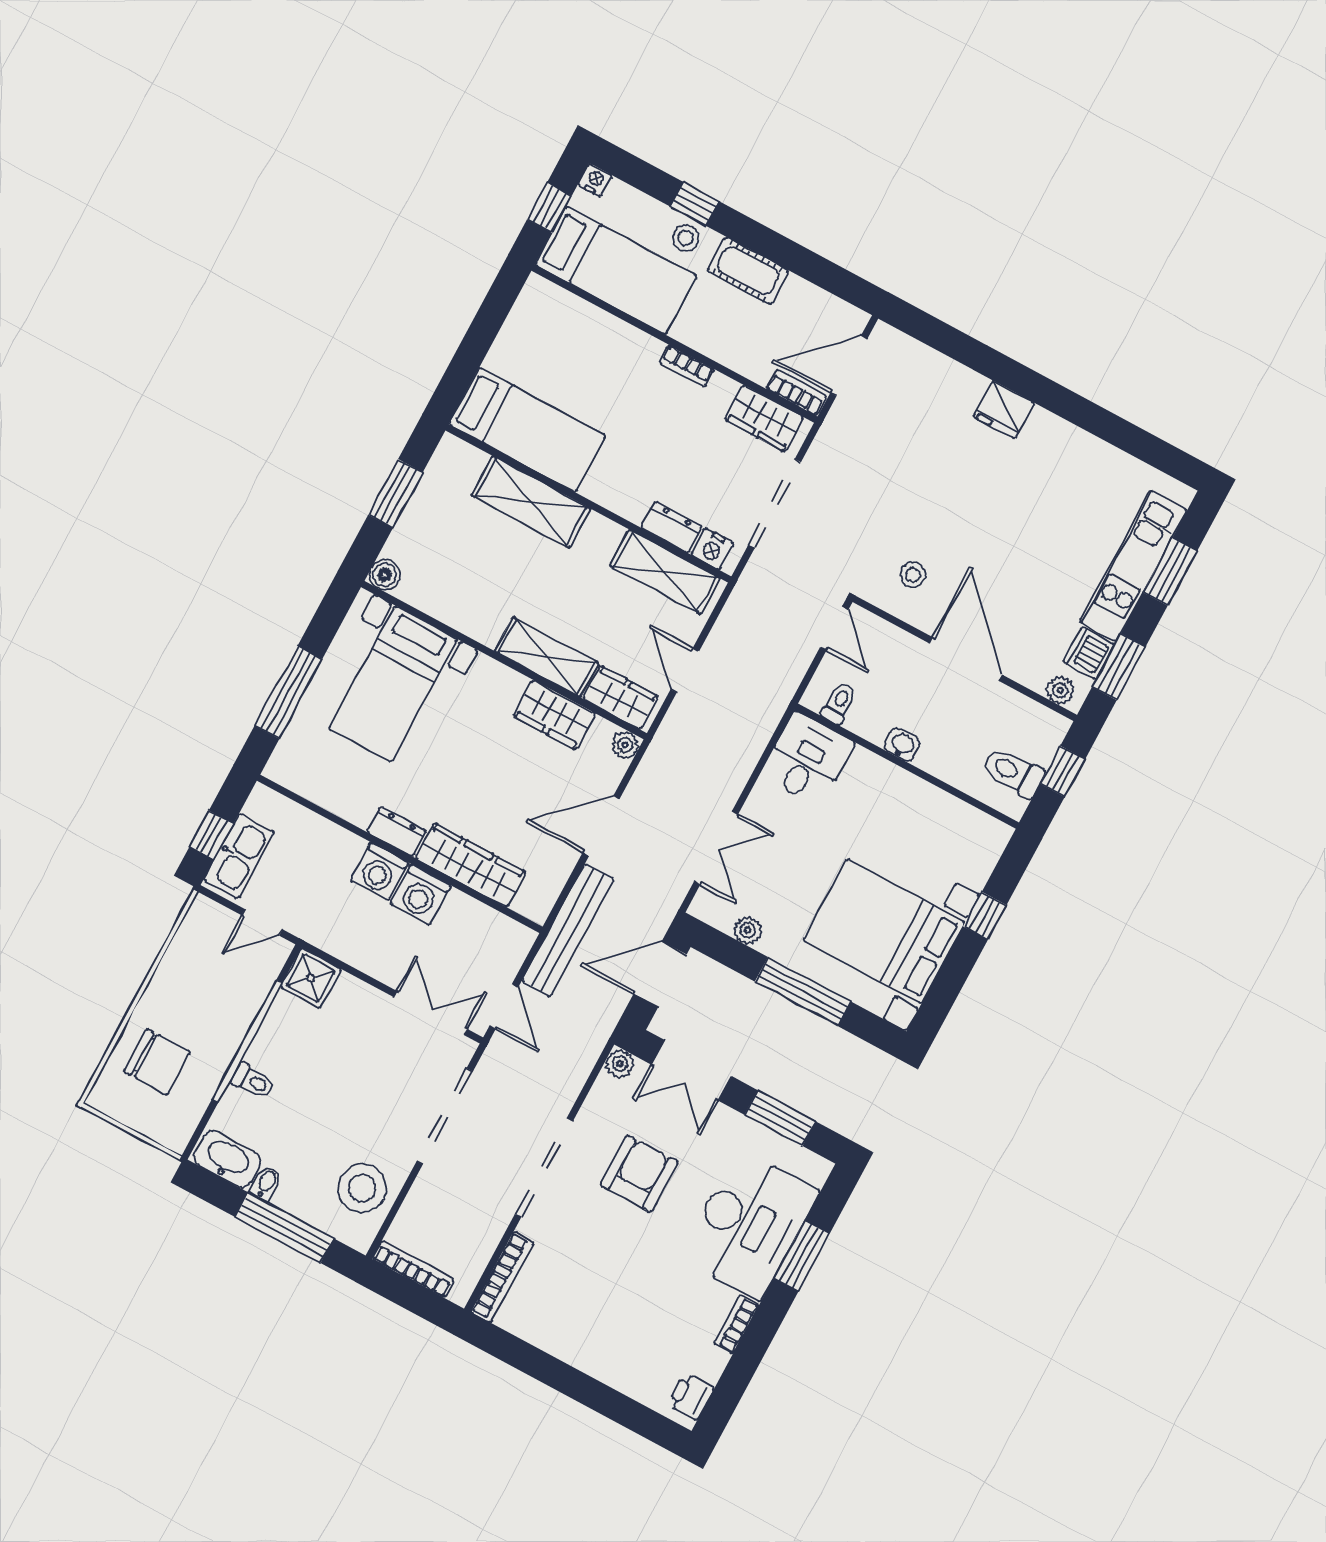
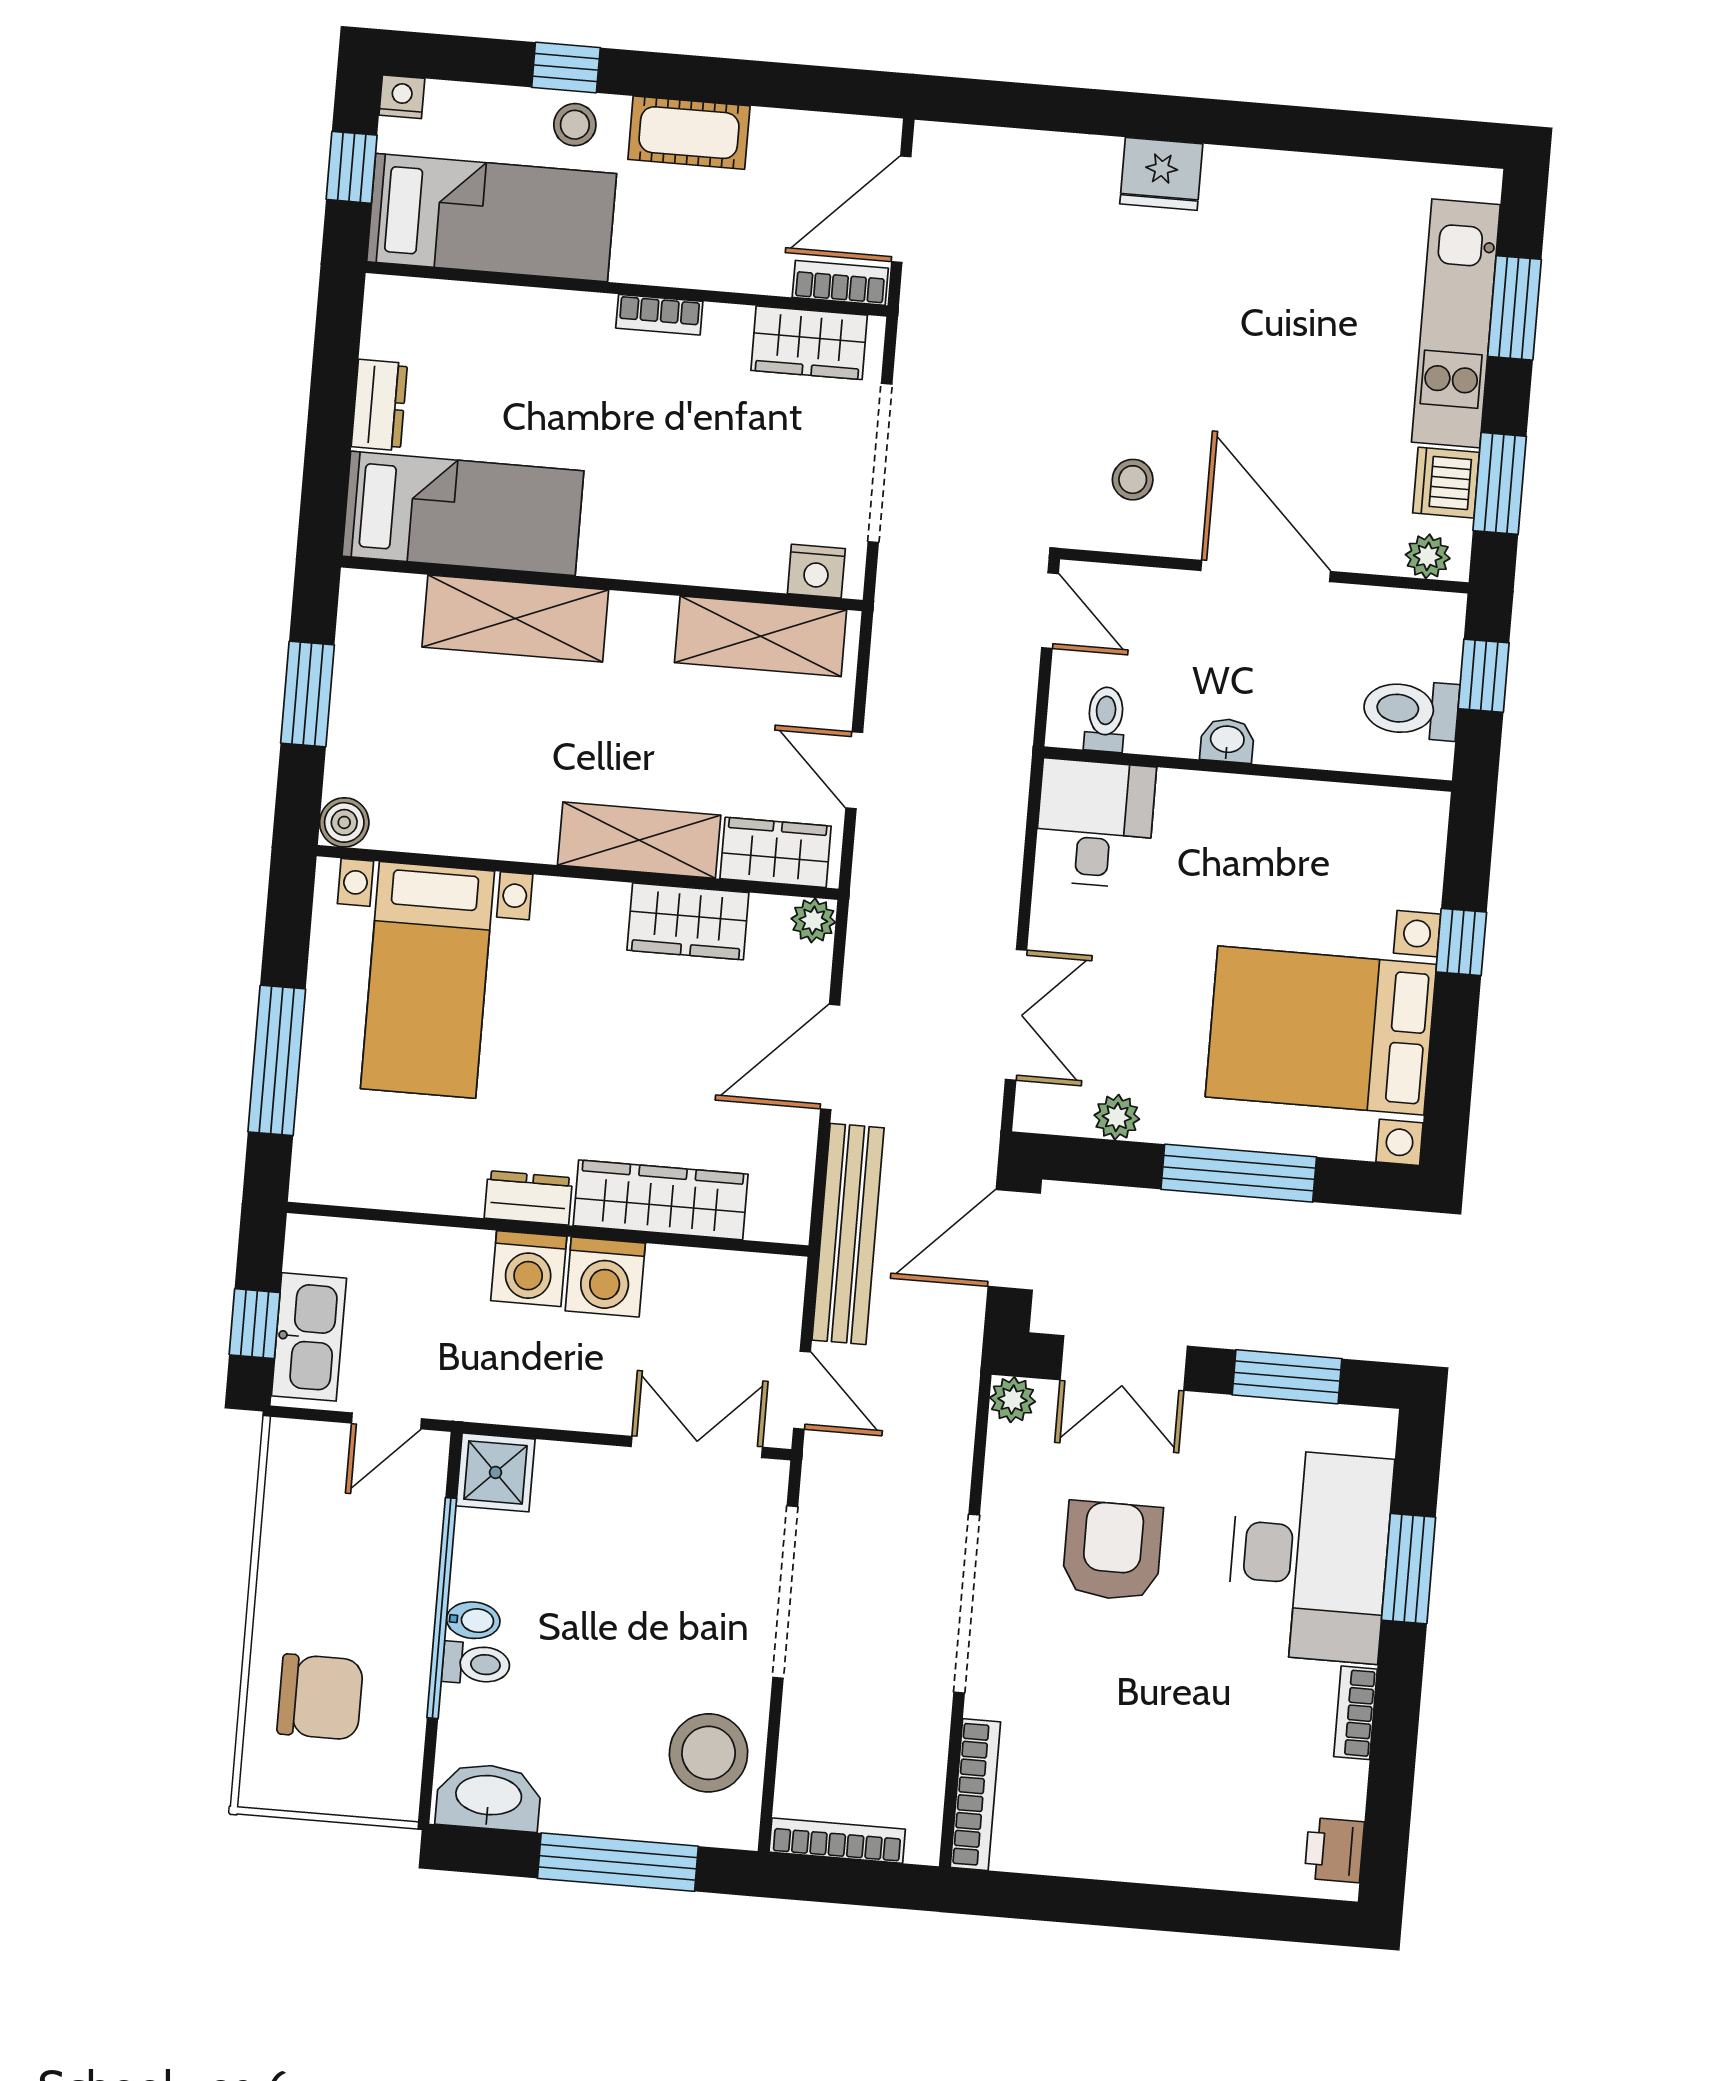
dresser: (671, 527) -> (379, 405), moved, turned 90
bidet: (266, 1183) -> (473, 1620), moved, turned 90

